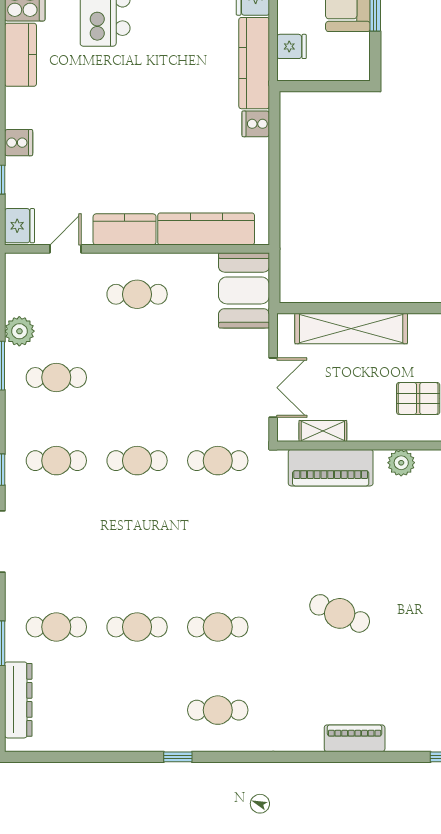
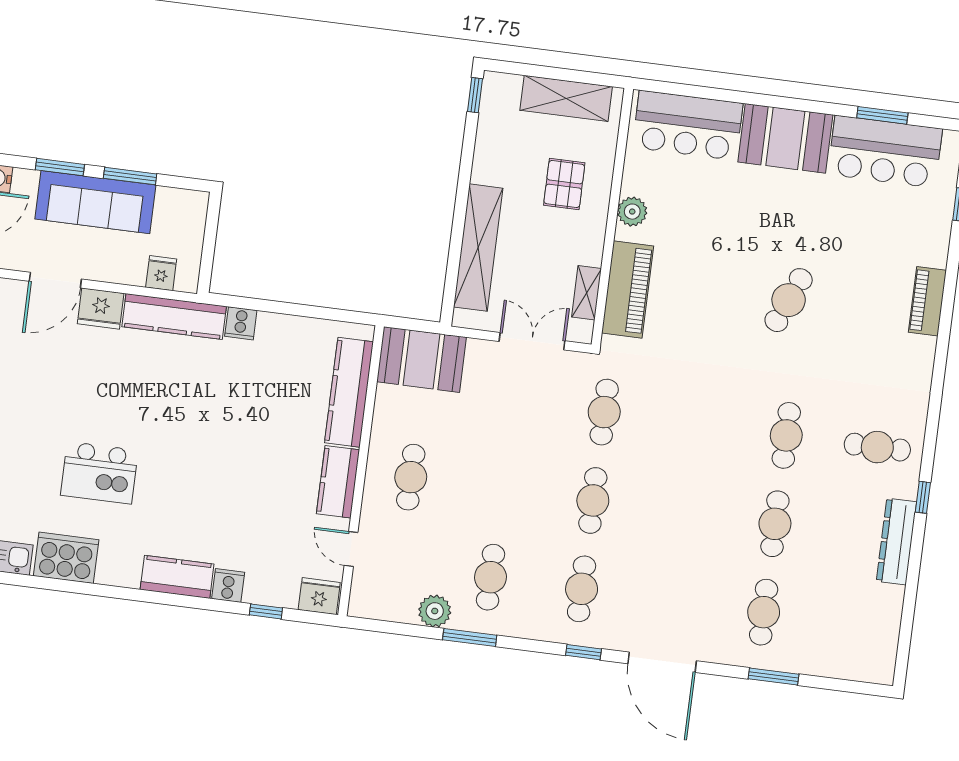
kitchen counter: (20, 55) -> (177, 577), moved
dresser: (18, 700) -> (896, 542), moved, turned -90
cafe table: (218, 710) -> (877, 447), turned 90

